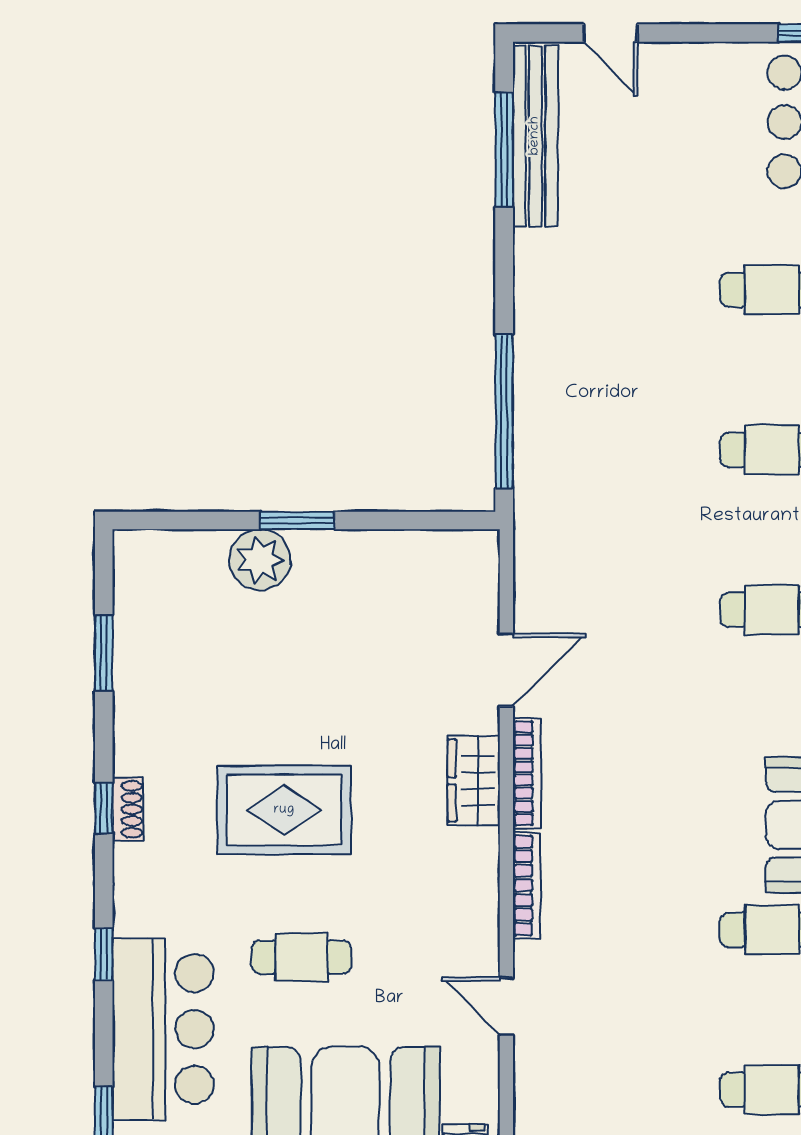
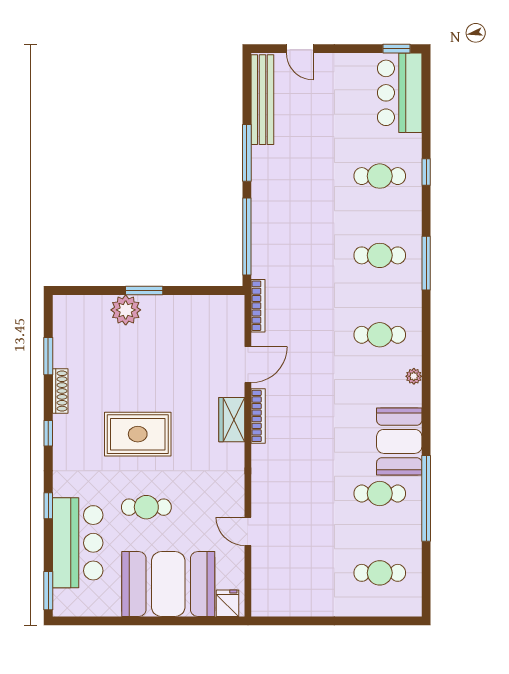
window: (504, 150) -> (247, 153), moved
shoe rack: (128, 809) -> (60, 391), moved, width x1.43
bookcase: (527, 885) -> (258, 306), moved

